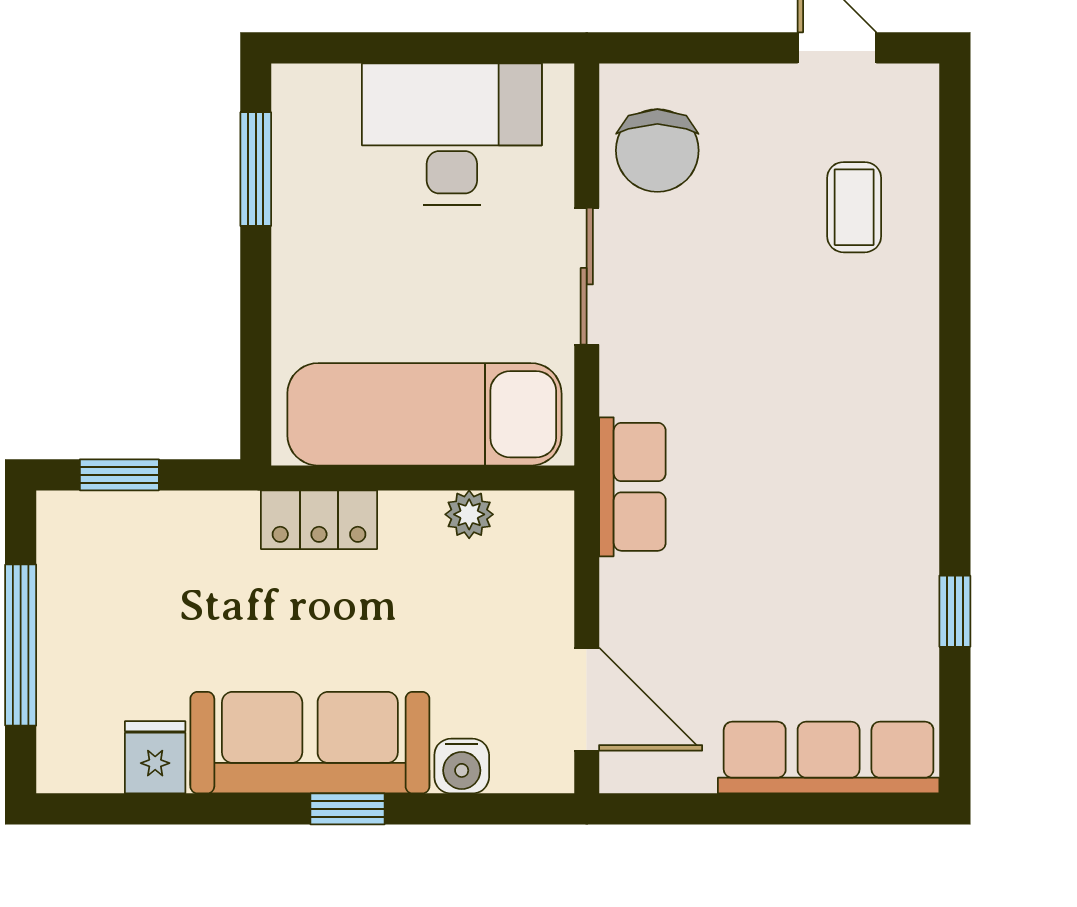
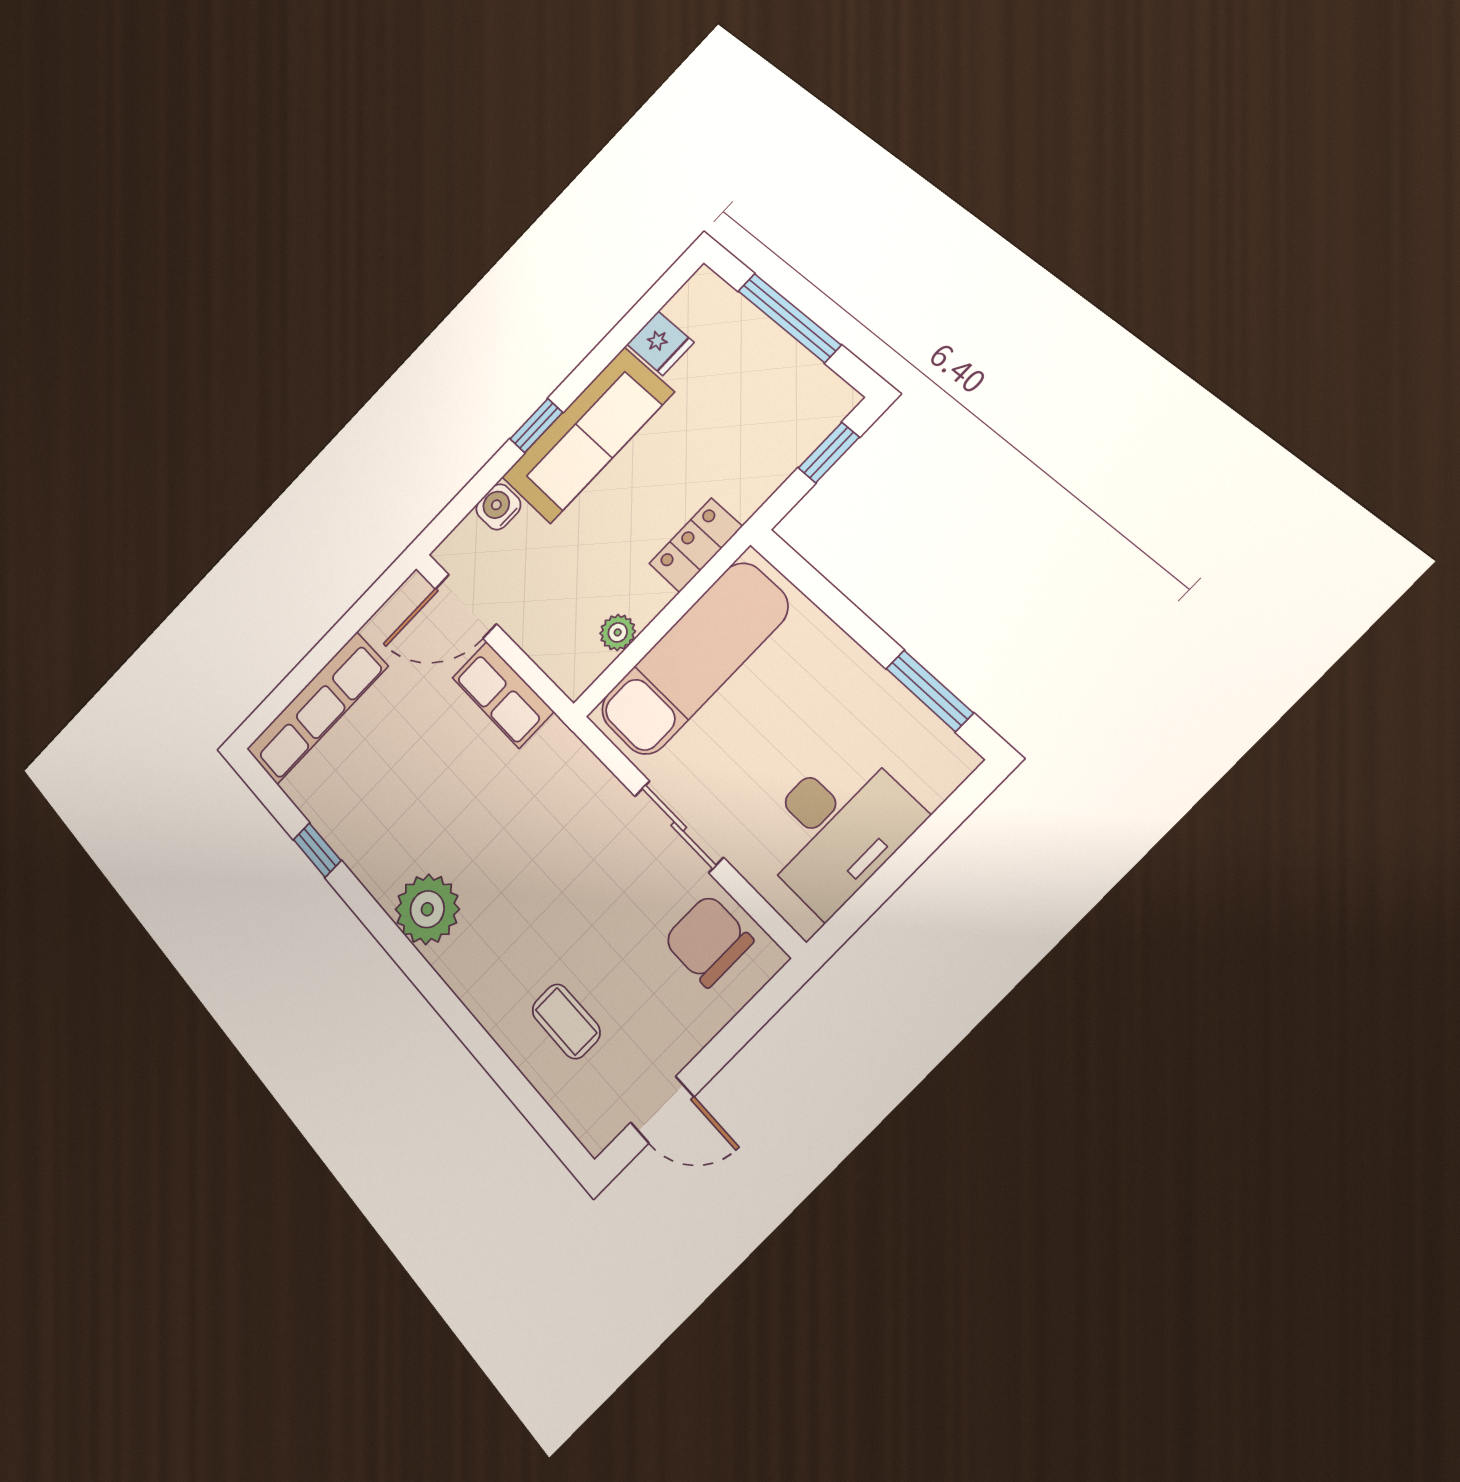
plant: (894, 441) -> (427, 909), added
row of seats: (632, 487) -> (503, 695), moved

